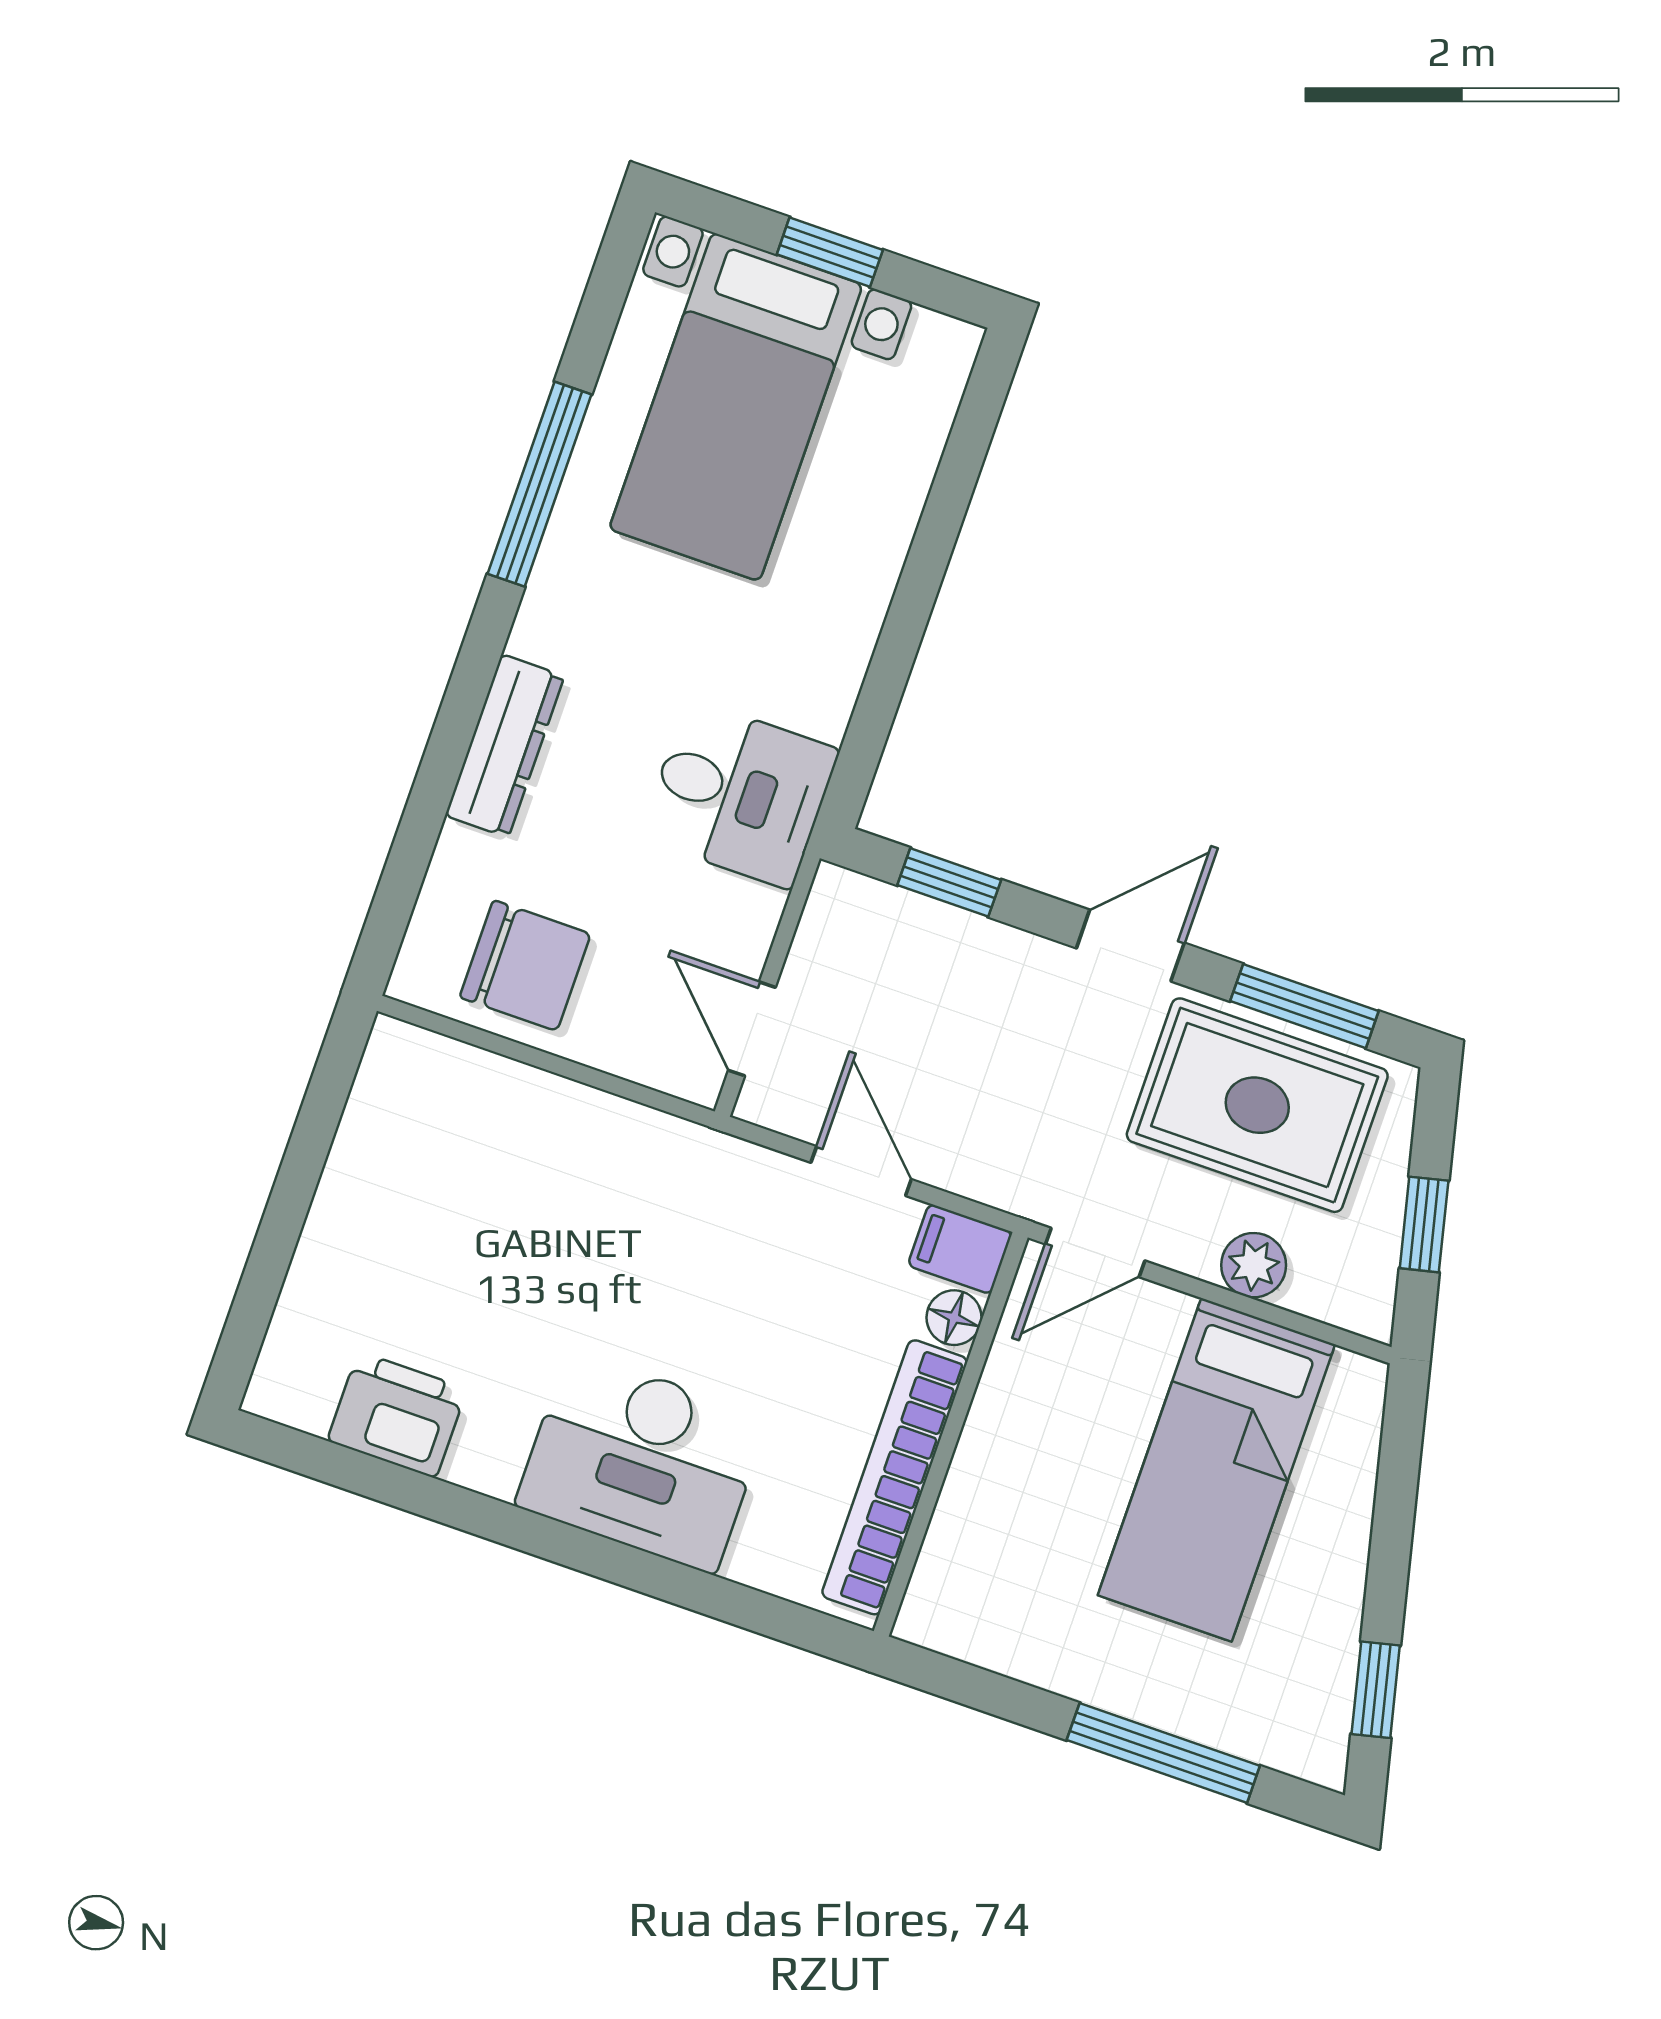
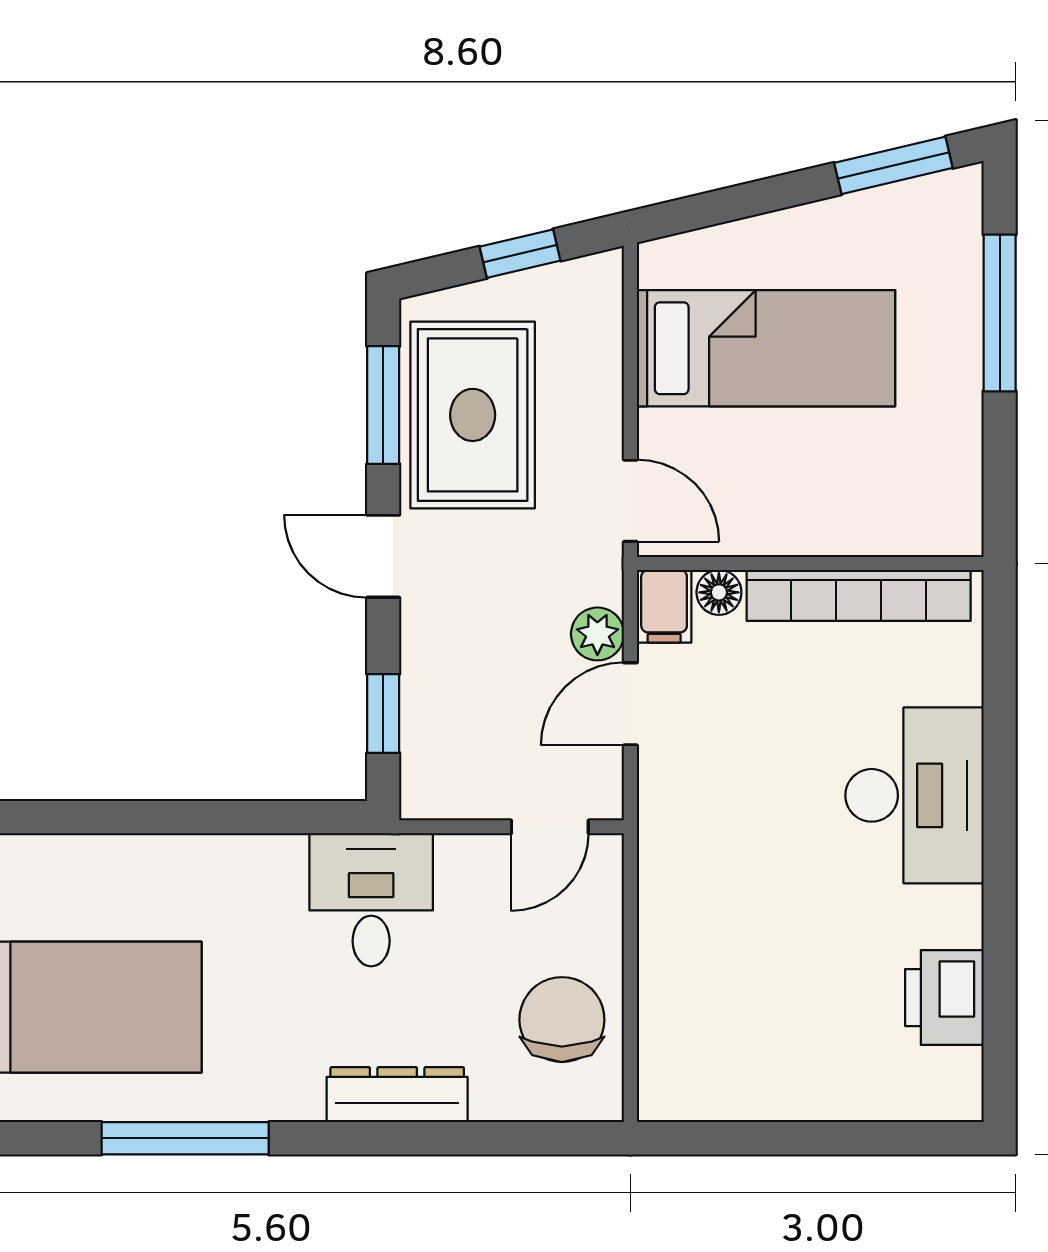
plant: (1254, 1265) -> (597, 634), moved
window: (1376, 1690) -> (893, 165), width x1.50

